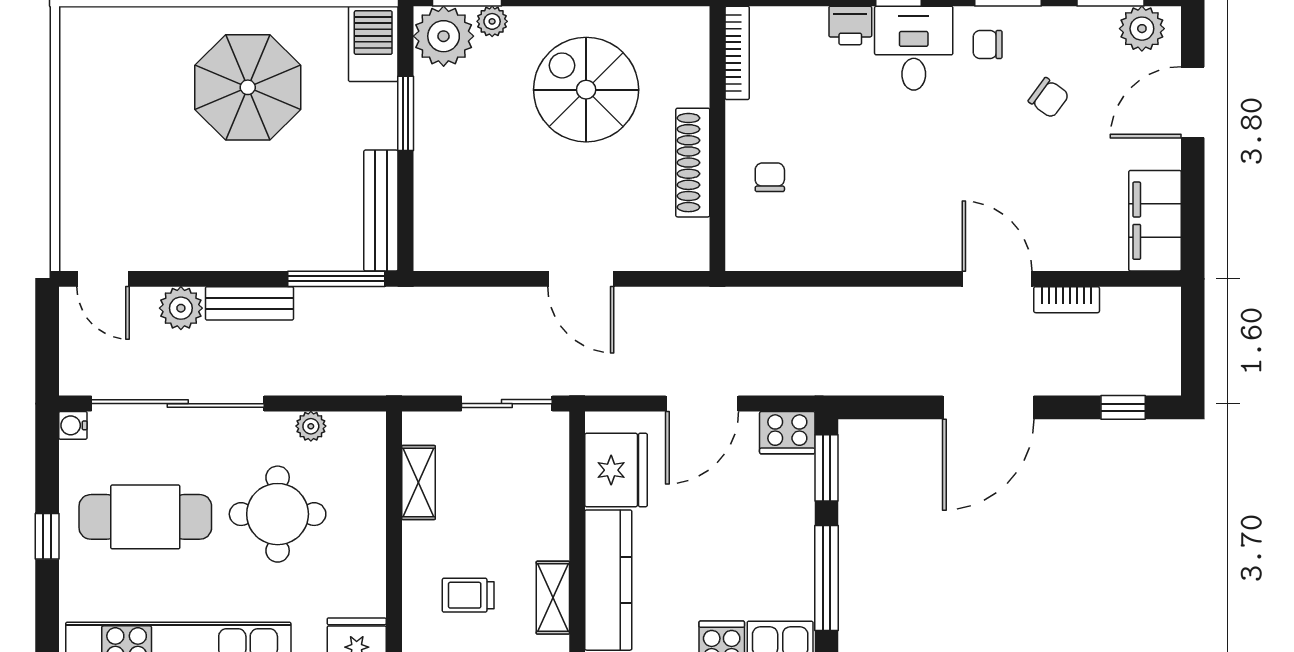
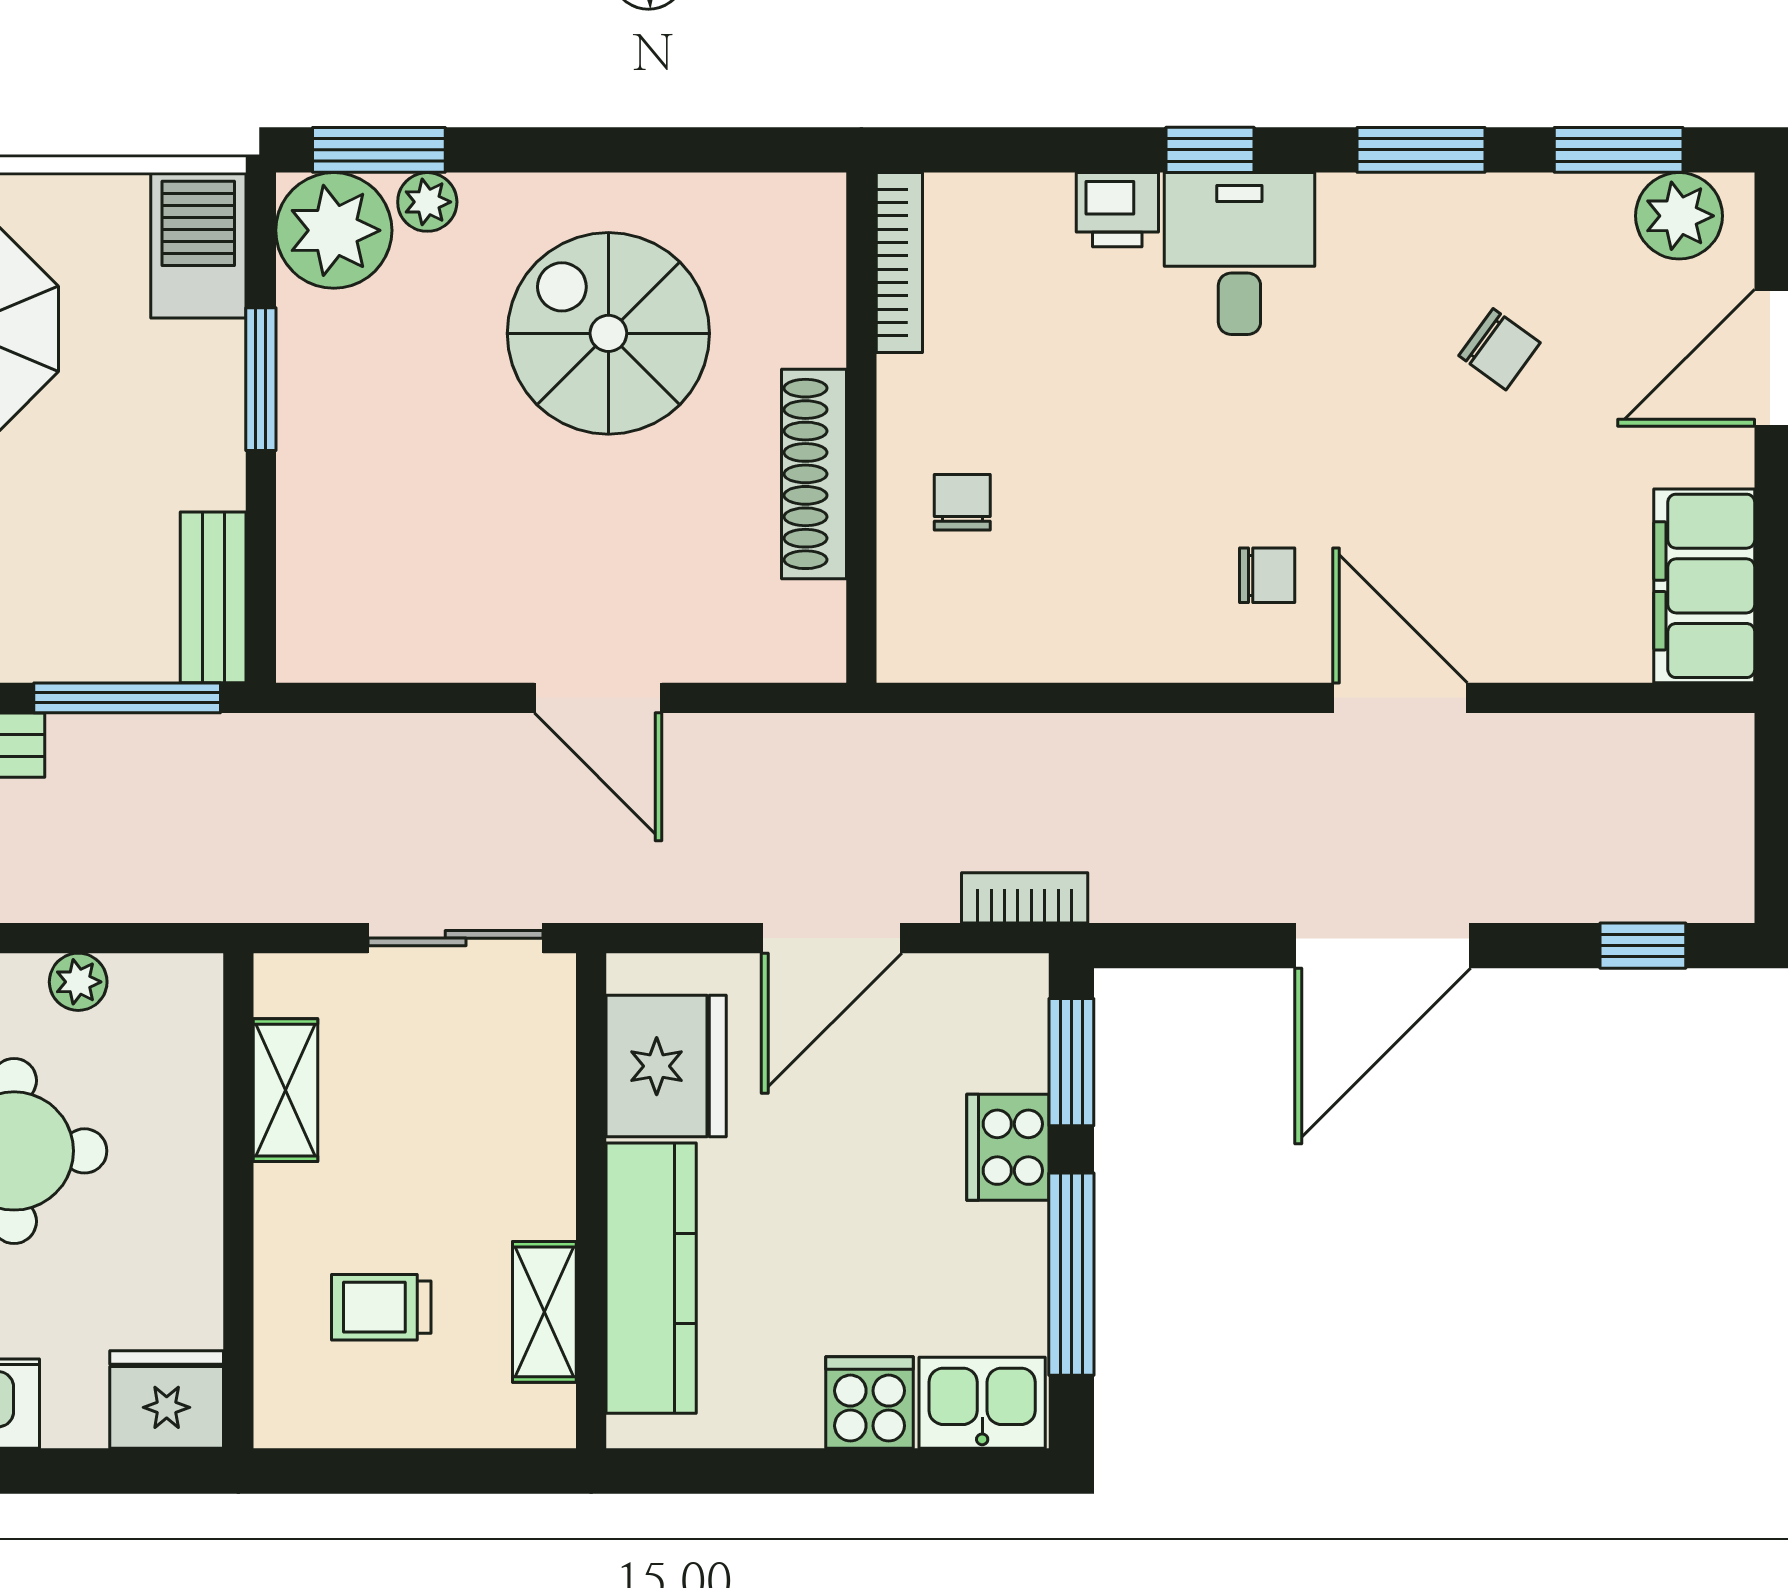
chair: (988, 45) -> (1267, 575), moved, turned 180
bench: (381, 211) -> (213, 597), width x0.73
bookcase: (1067, 300) -> (1025, 898), moved, turned 180
cooker: (787, 433) -> (1008, 1147), moved, turned 90

